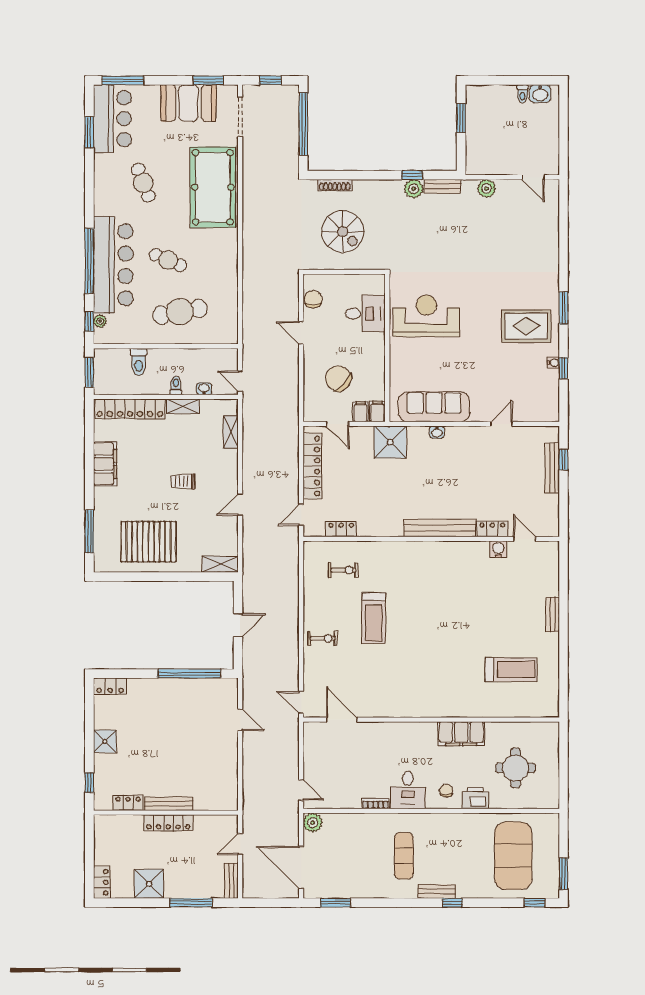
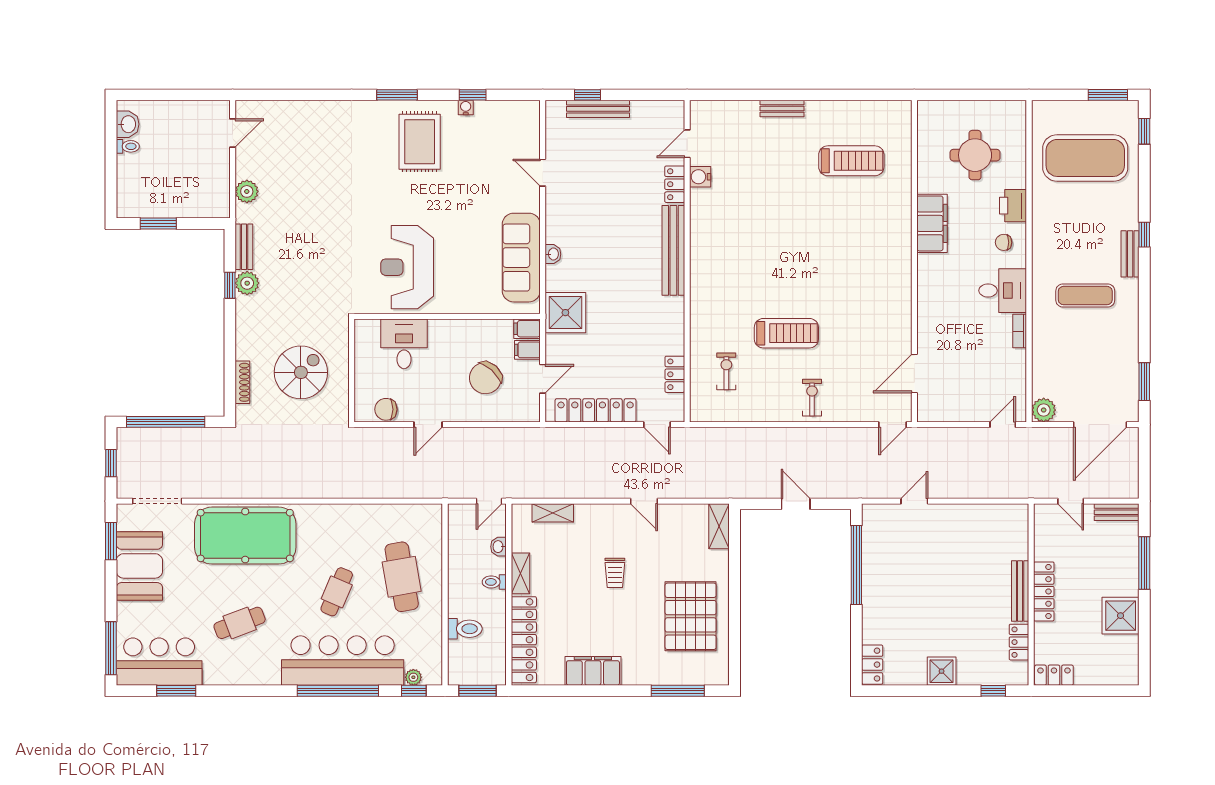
treadmill: (511, 670) -> (851, 161), turned 90
locker: (102, 882) -> (1054, 675), moved

